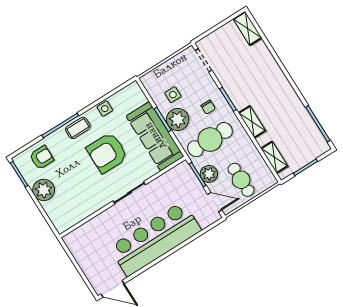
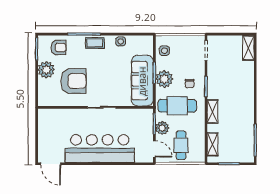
side table: (173, 95) -> (164, 51), moved
armchair: (107, 153) -> (73, 81), moved, turned 180

